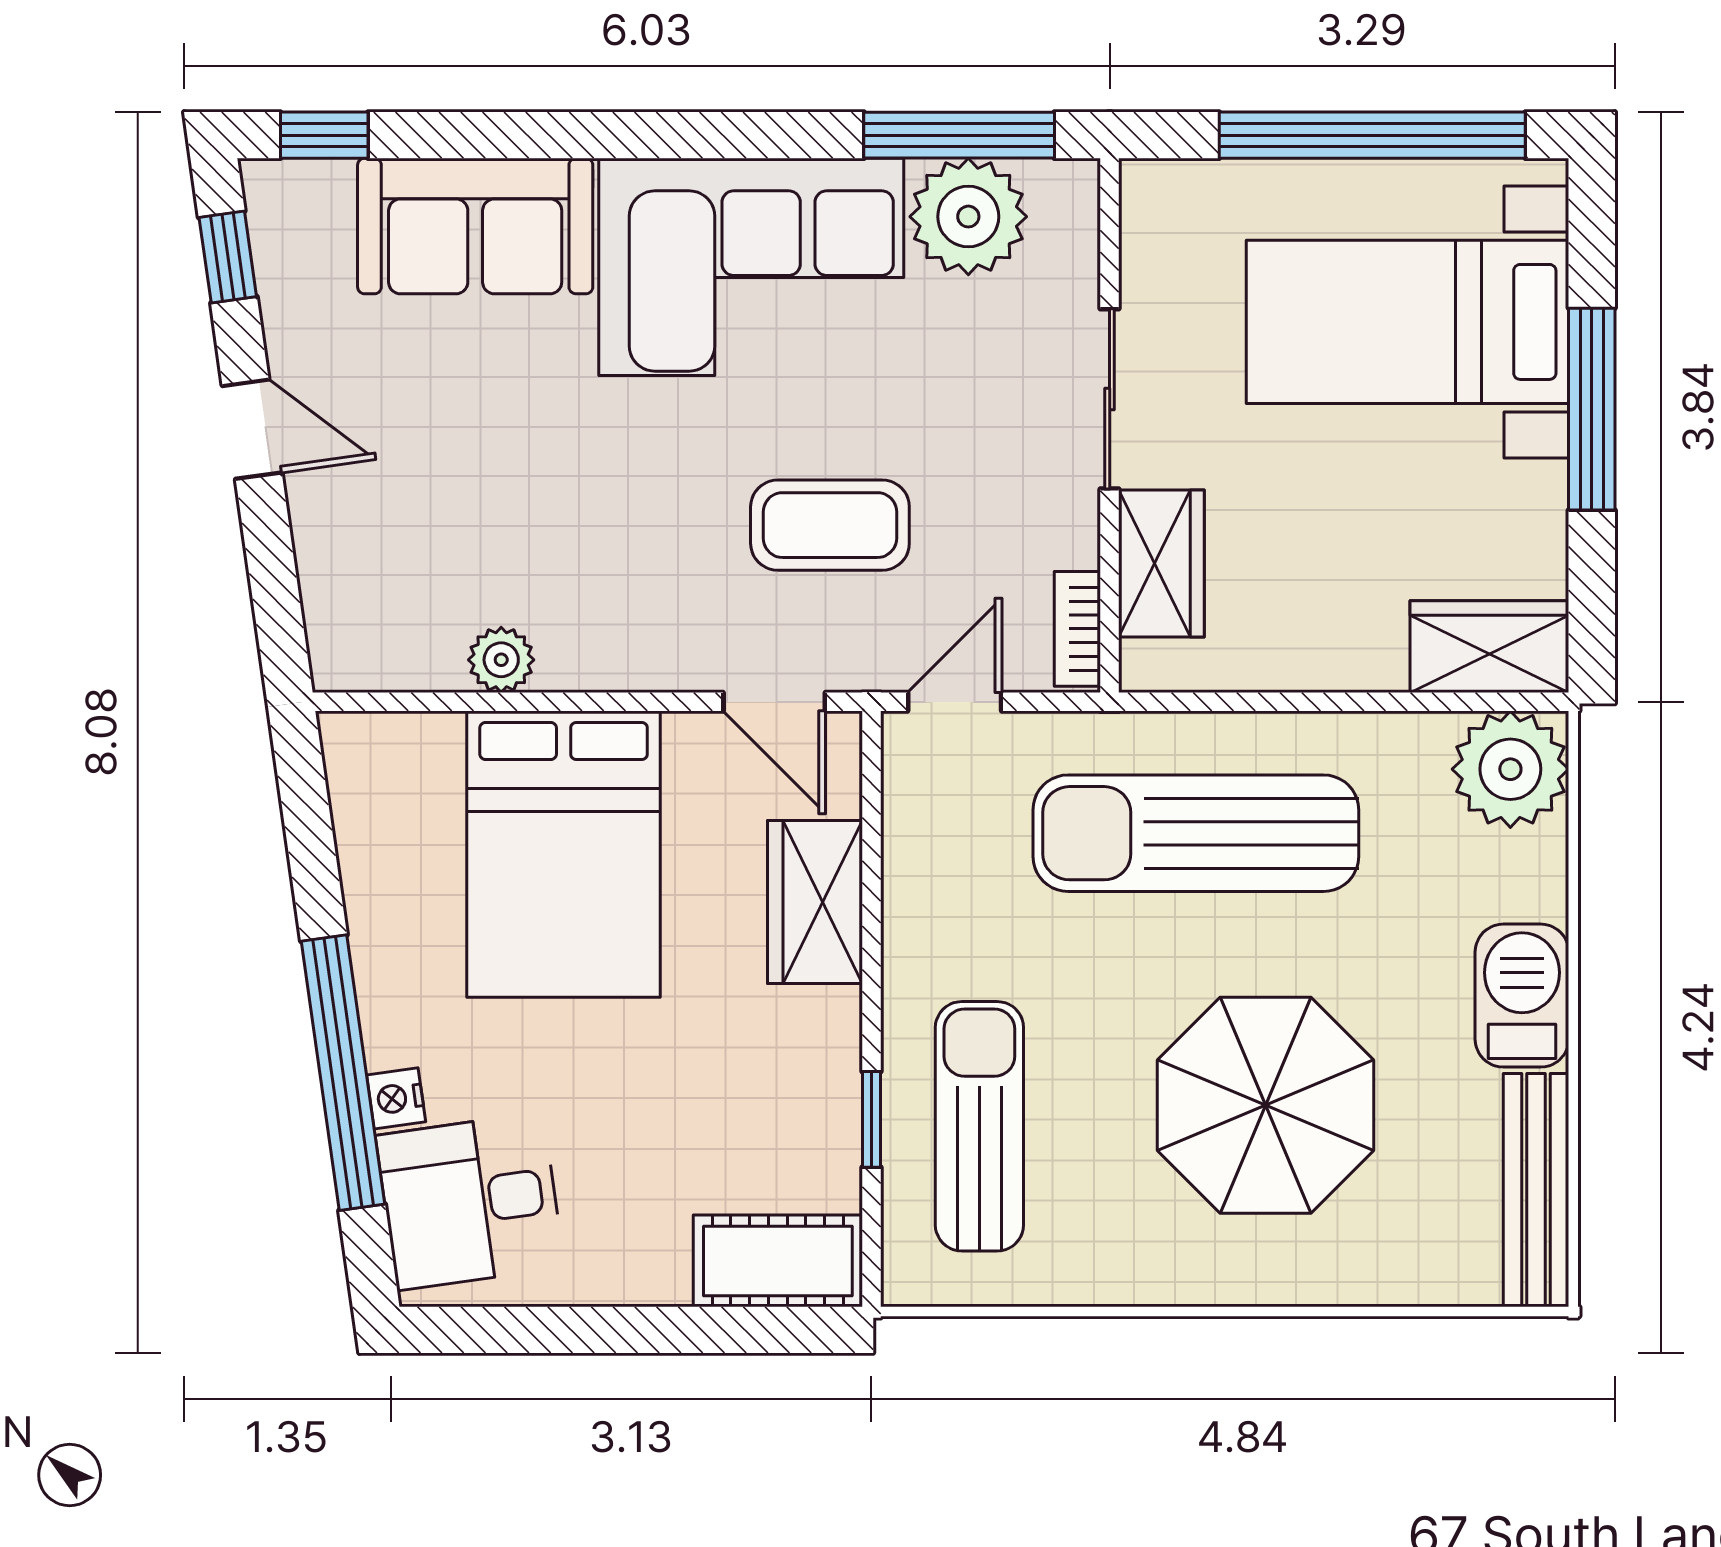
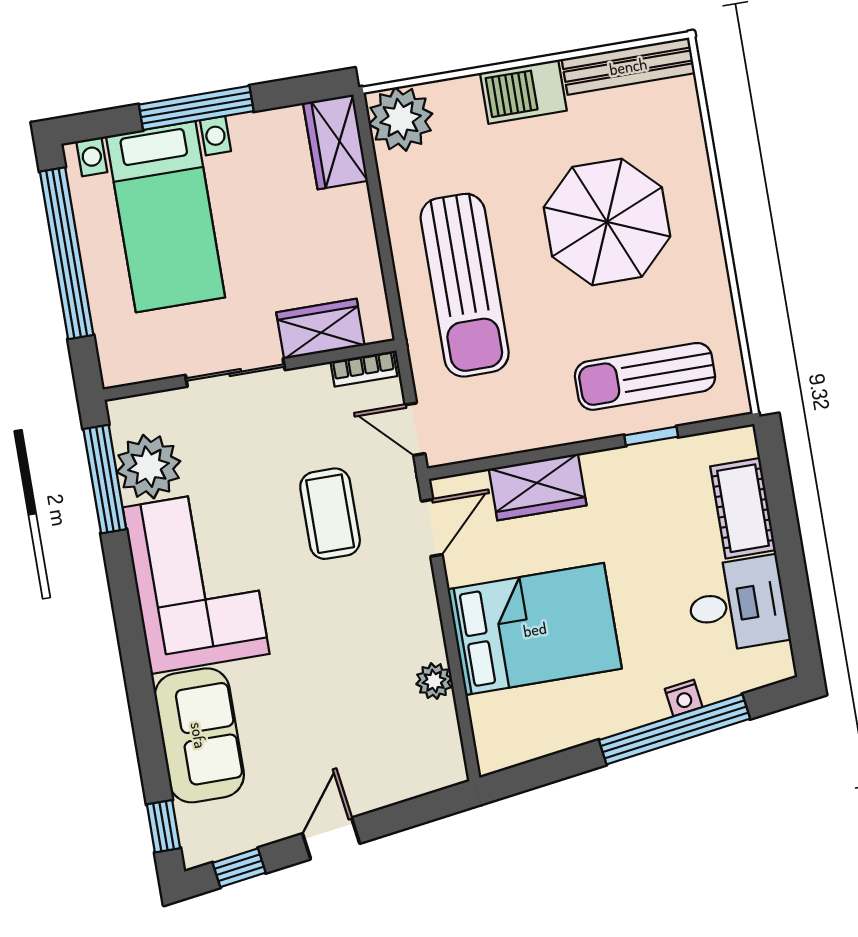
desk: (470, 1201) -> (737, 604), moved, turned -82
cot: (778, 1261) -> (743, 508), moved

